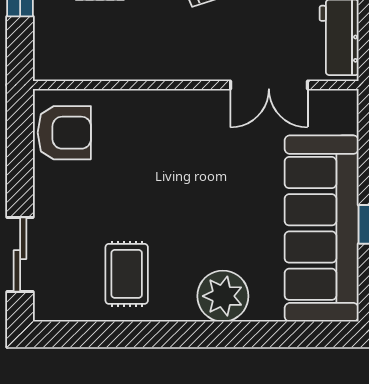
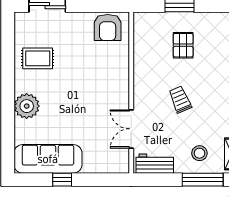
sofa: (322, 228) -> (48, 159), width x0.74, depth x0.79

